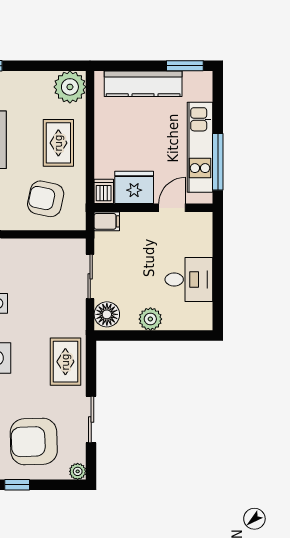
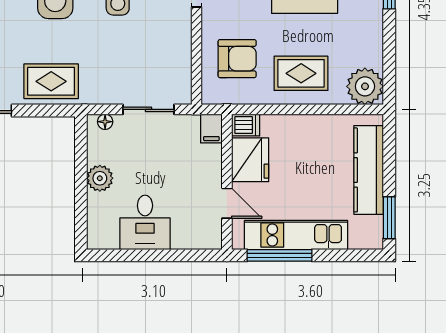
armchair: (46, 199) -> (237, 59), turned 78
floor lamp: (107, 314) -> (105, 122), width x0.53, depth x0.53

